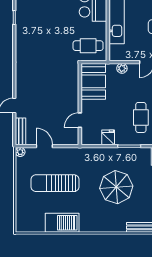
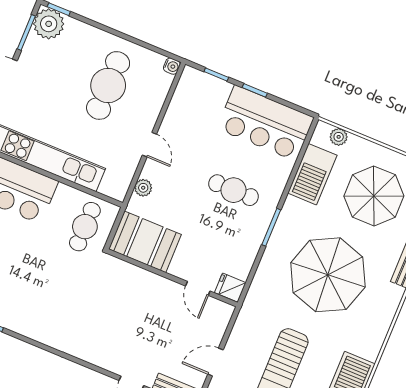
fridge: (108, 137) -> (230, 288), moved
parasol: (116, 187) -> (328, 275), width x1.36, depth x1.36

